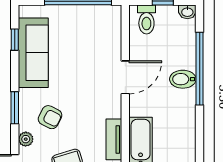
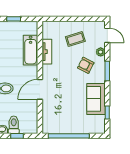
toilet: (146, 19) -> (14, 125), moved
sofa: (33, 53) -> (96, 99), width x0.73

